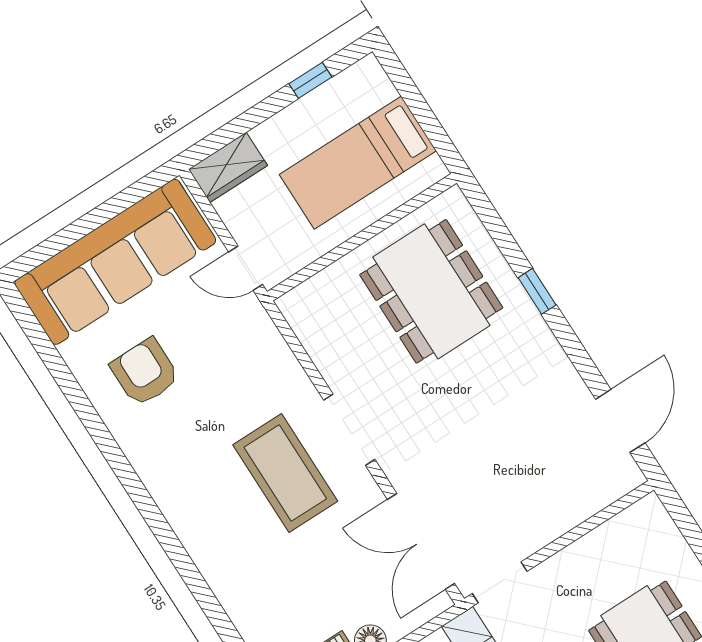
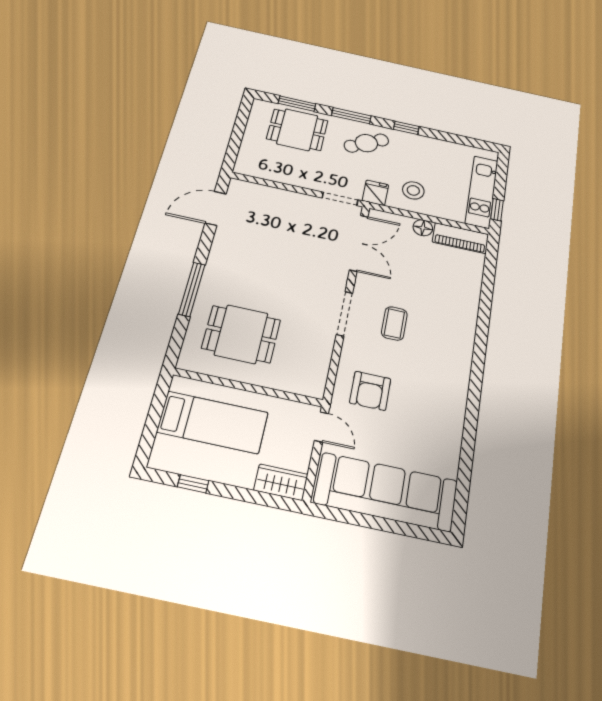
dining table: (431, 291) -> (241, 334), width x0.73
window: (537, 291) -> (192, 289), width x2.17
armchair: (145, 372) -> (370, 391), moved
coffee table: (285, 473) -> (394, 323), width x0.54, depth x0.58

